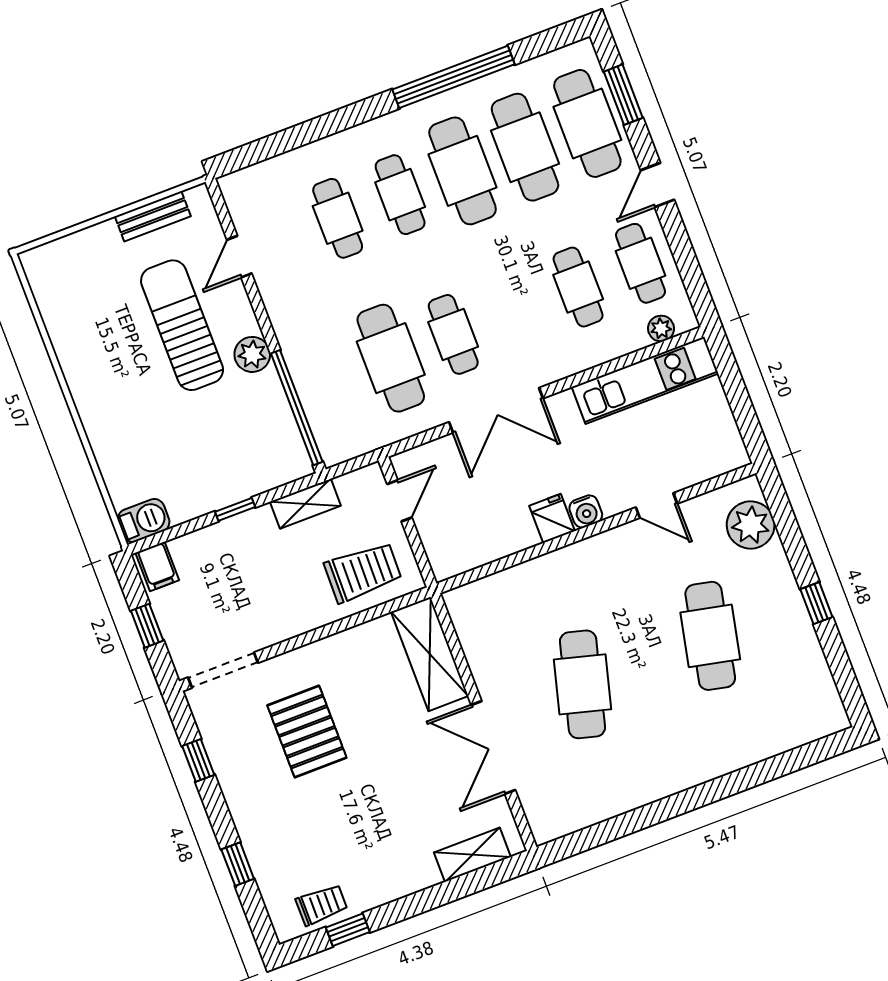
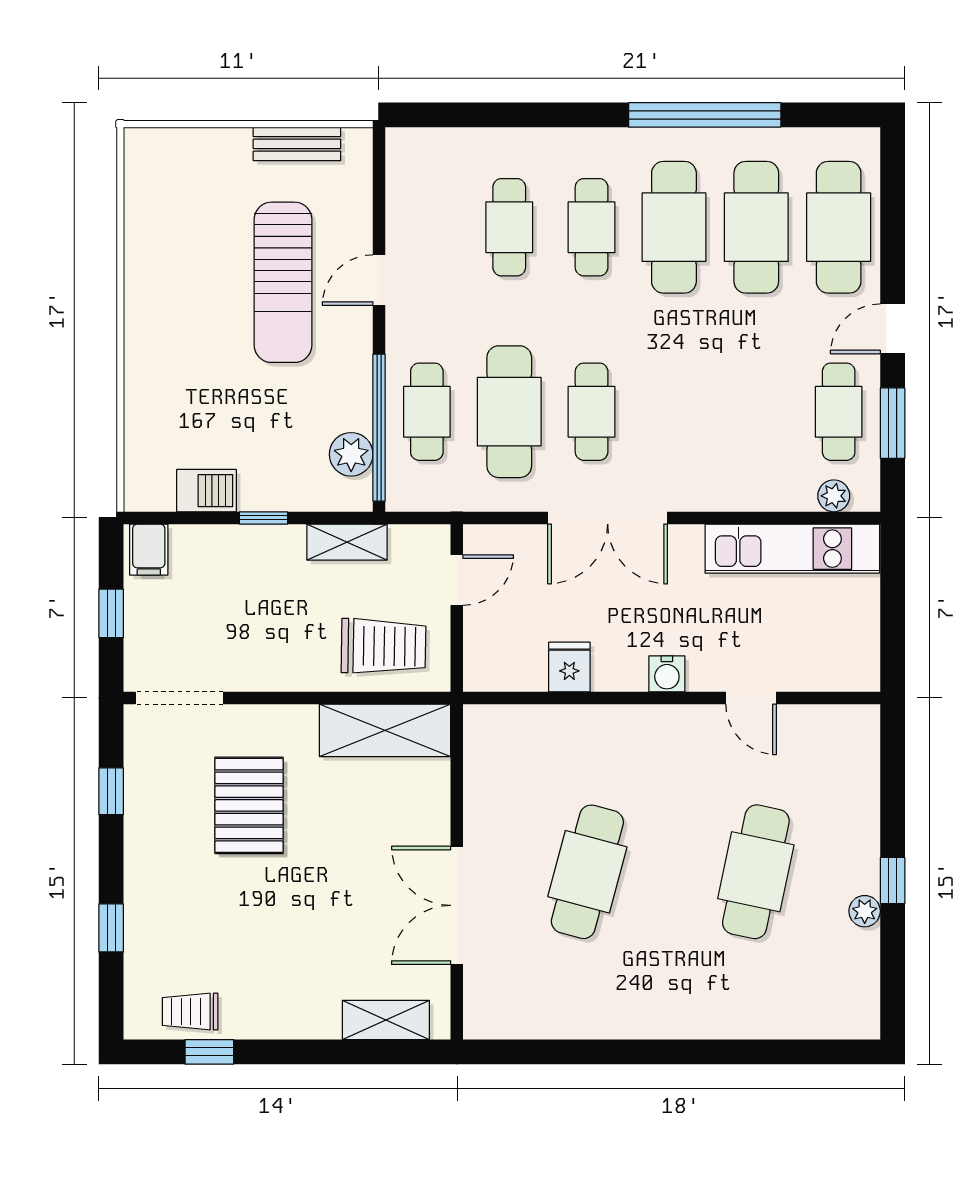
window: (623, 95) -> (893, 423), moved
door: (239, 257) -> (379, 280), moved
cafe table: (578, 287) -> (427, 412), moved
sun lounger: (182, 325) -> (283, 282), turned 180
plant: (252, 354) -> (351, 454), moved
fridge: (552, 518) -> (569, 667), moved
barbecue: (144, 520) -> (207, 491), moved
plant: (751, 525) -> (865, 911), moved, width x0.53, depth x0.53
shelving: (430, 654) -> (385, 730), moved, turned 90
trolley: (322, 905) -> (190, 1012), turned 180

